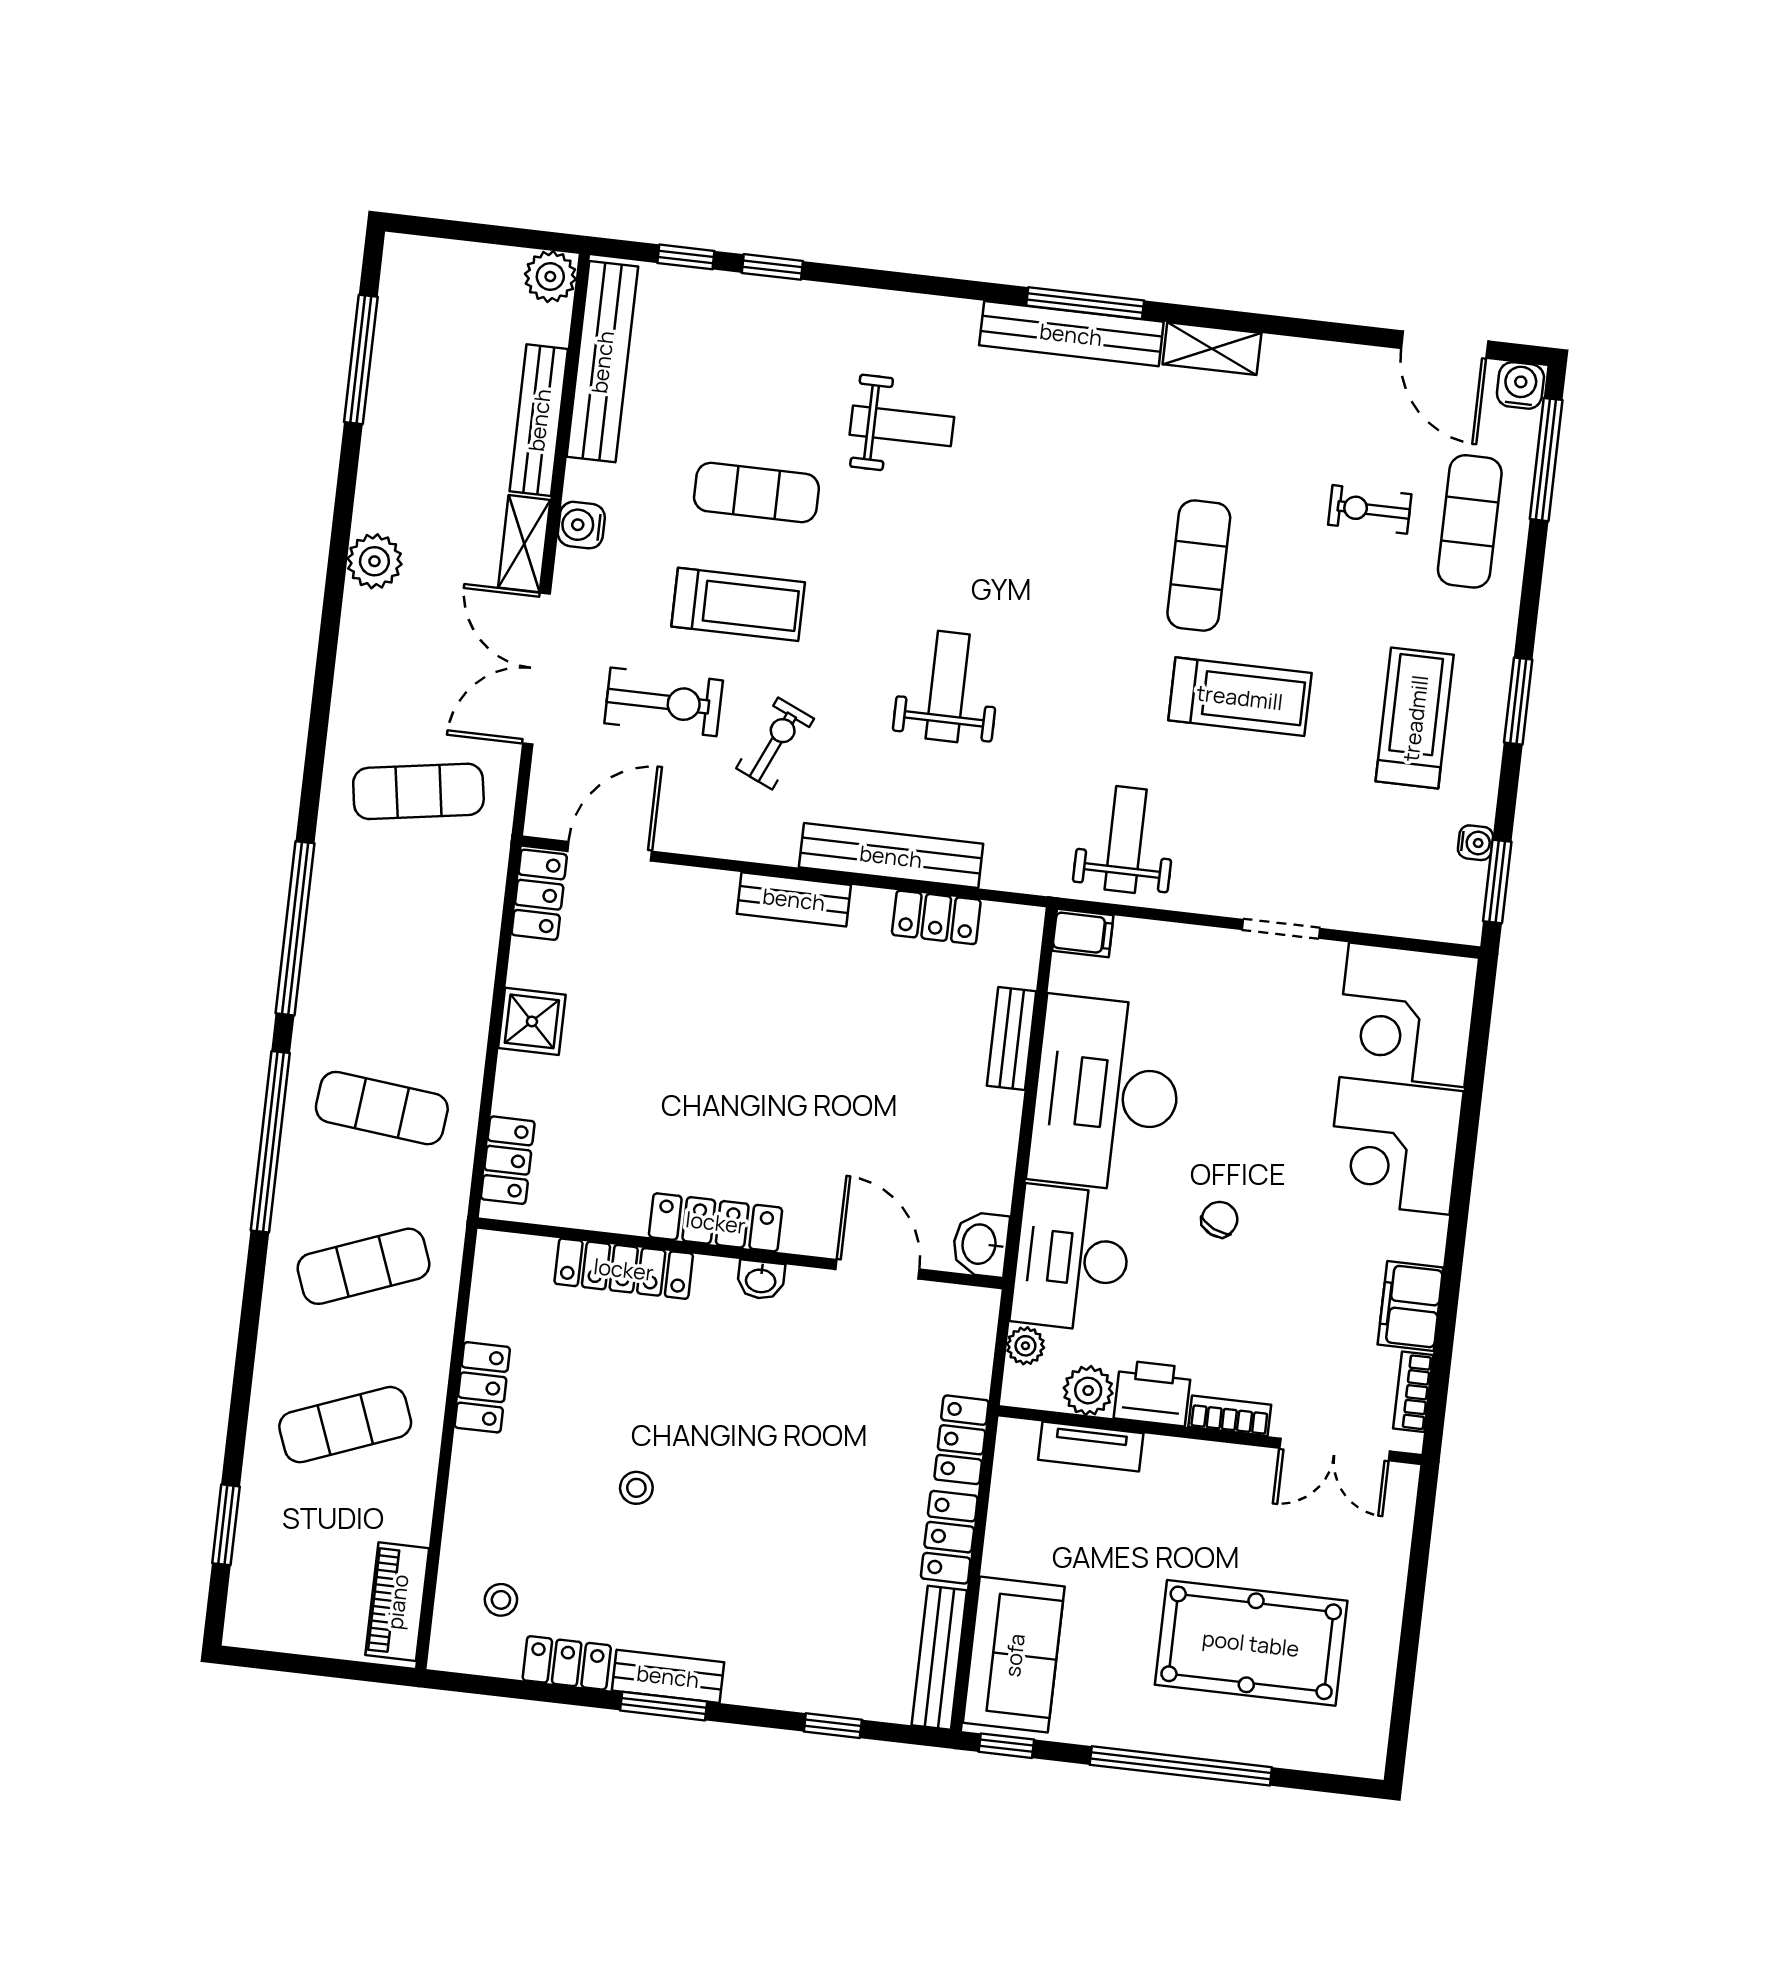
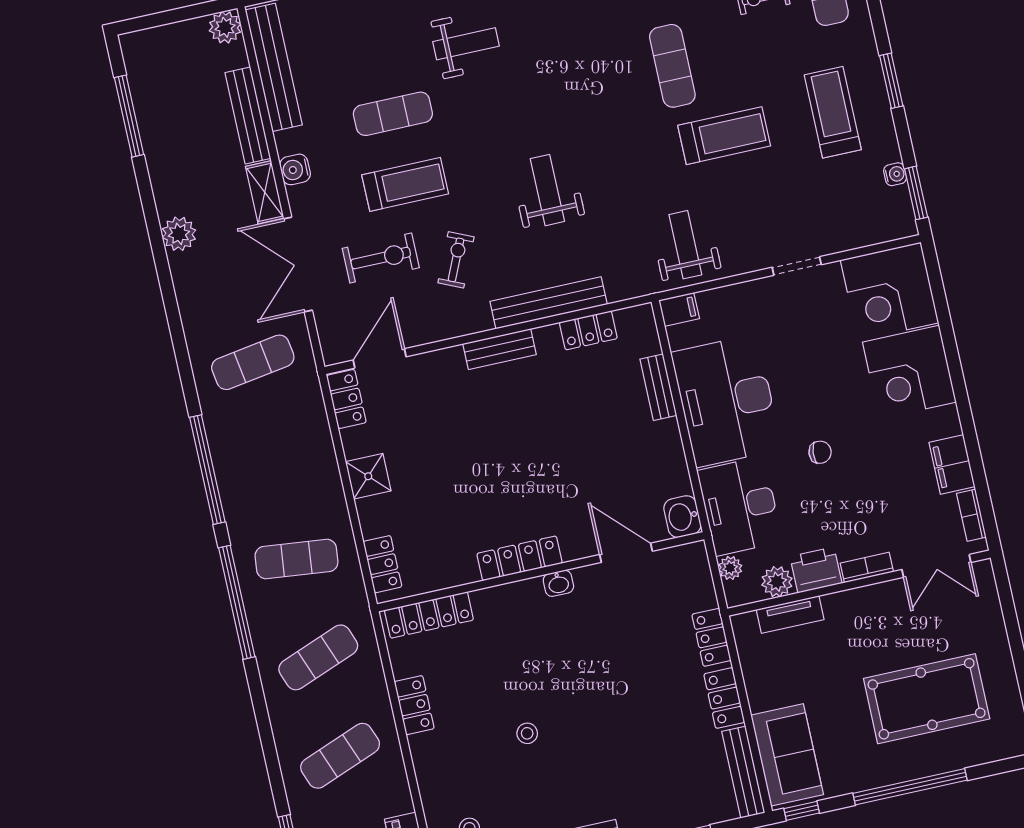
chair: (1220, 1219) -> (820, 452), turned 70
locker: (624, 1269) -> (429, 615), moved

